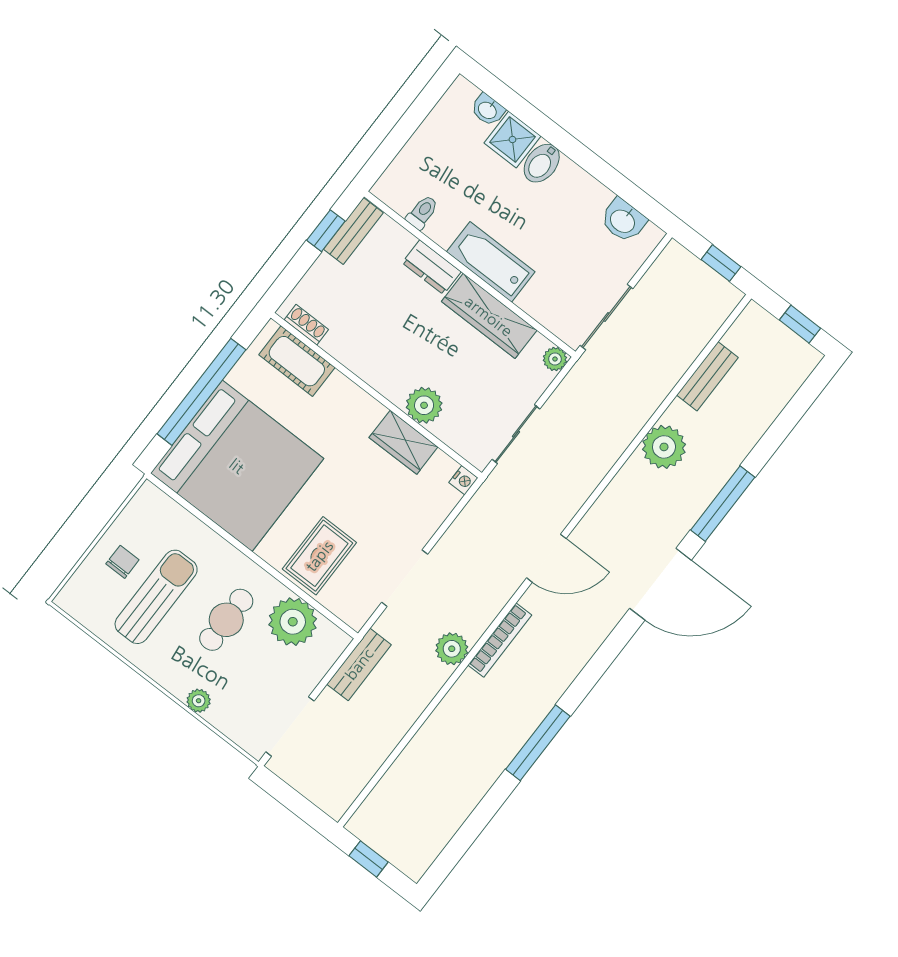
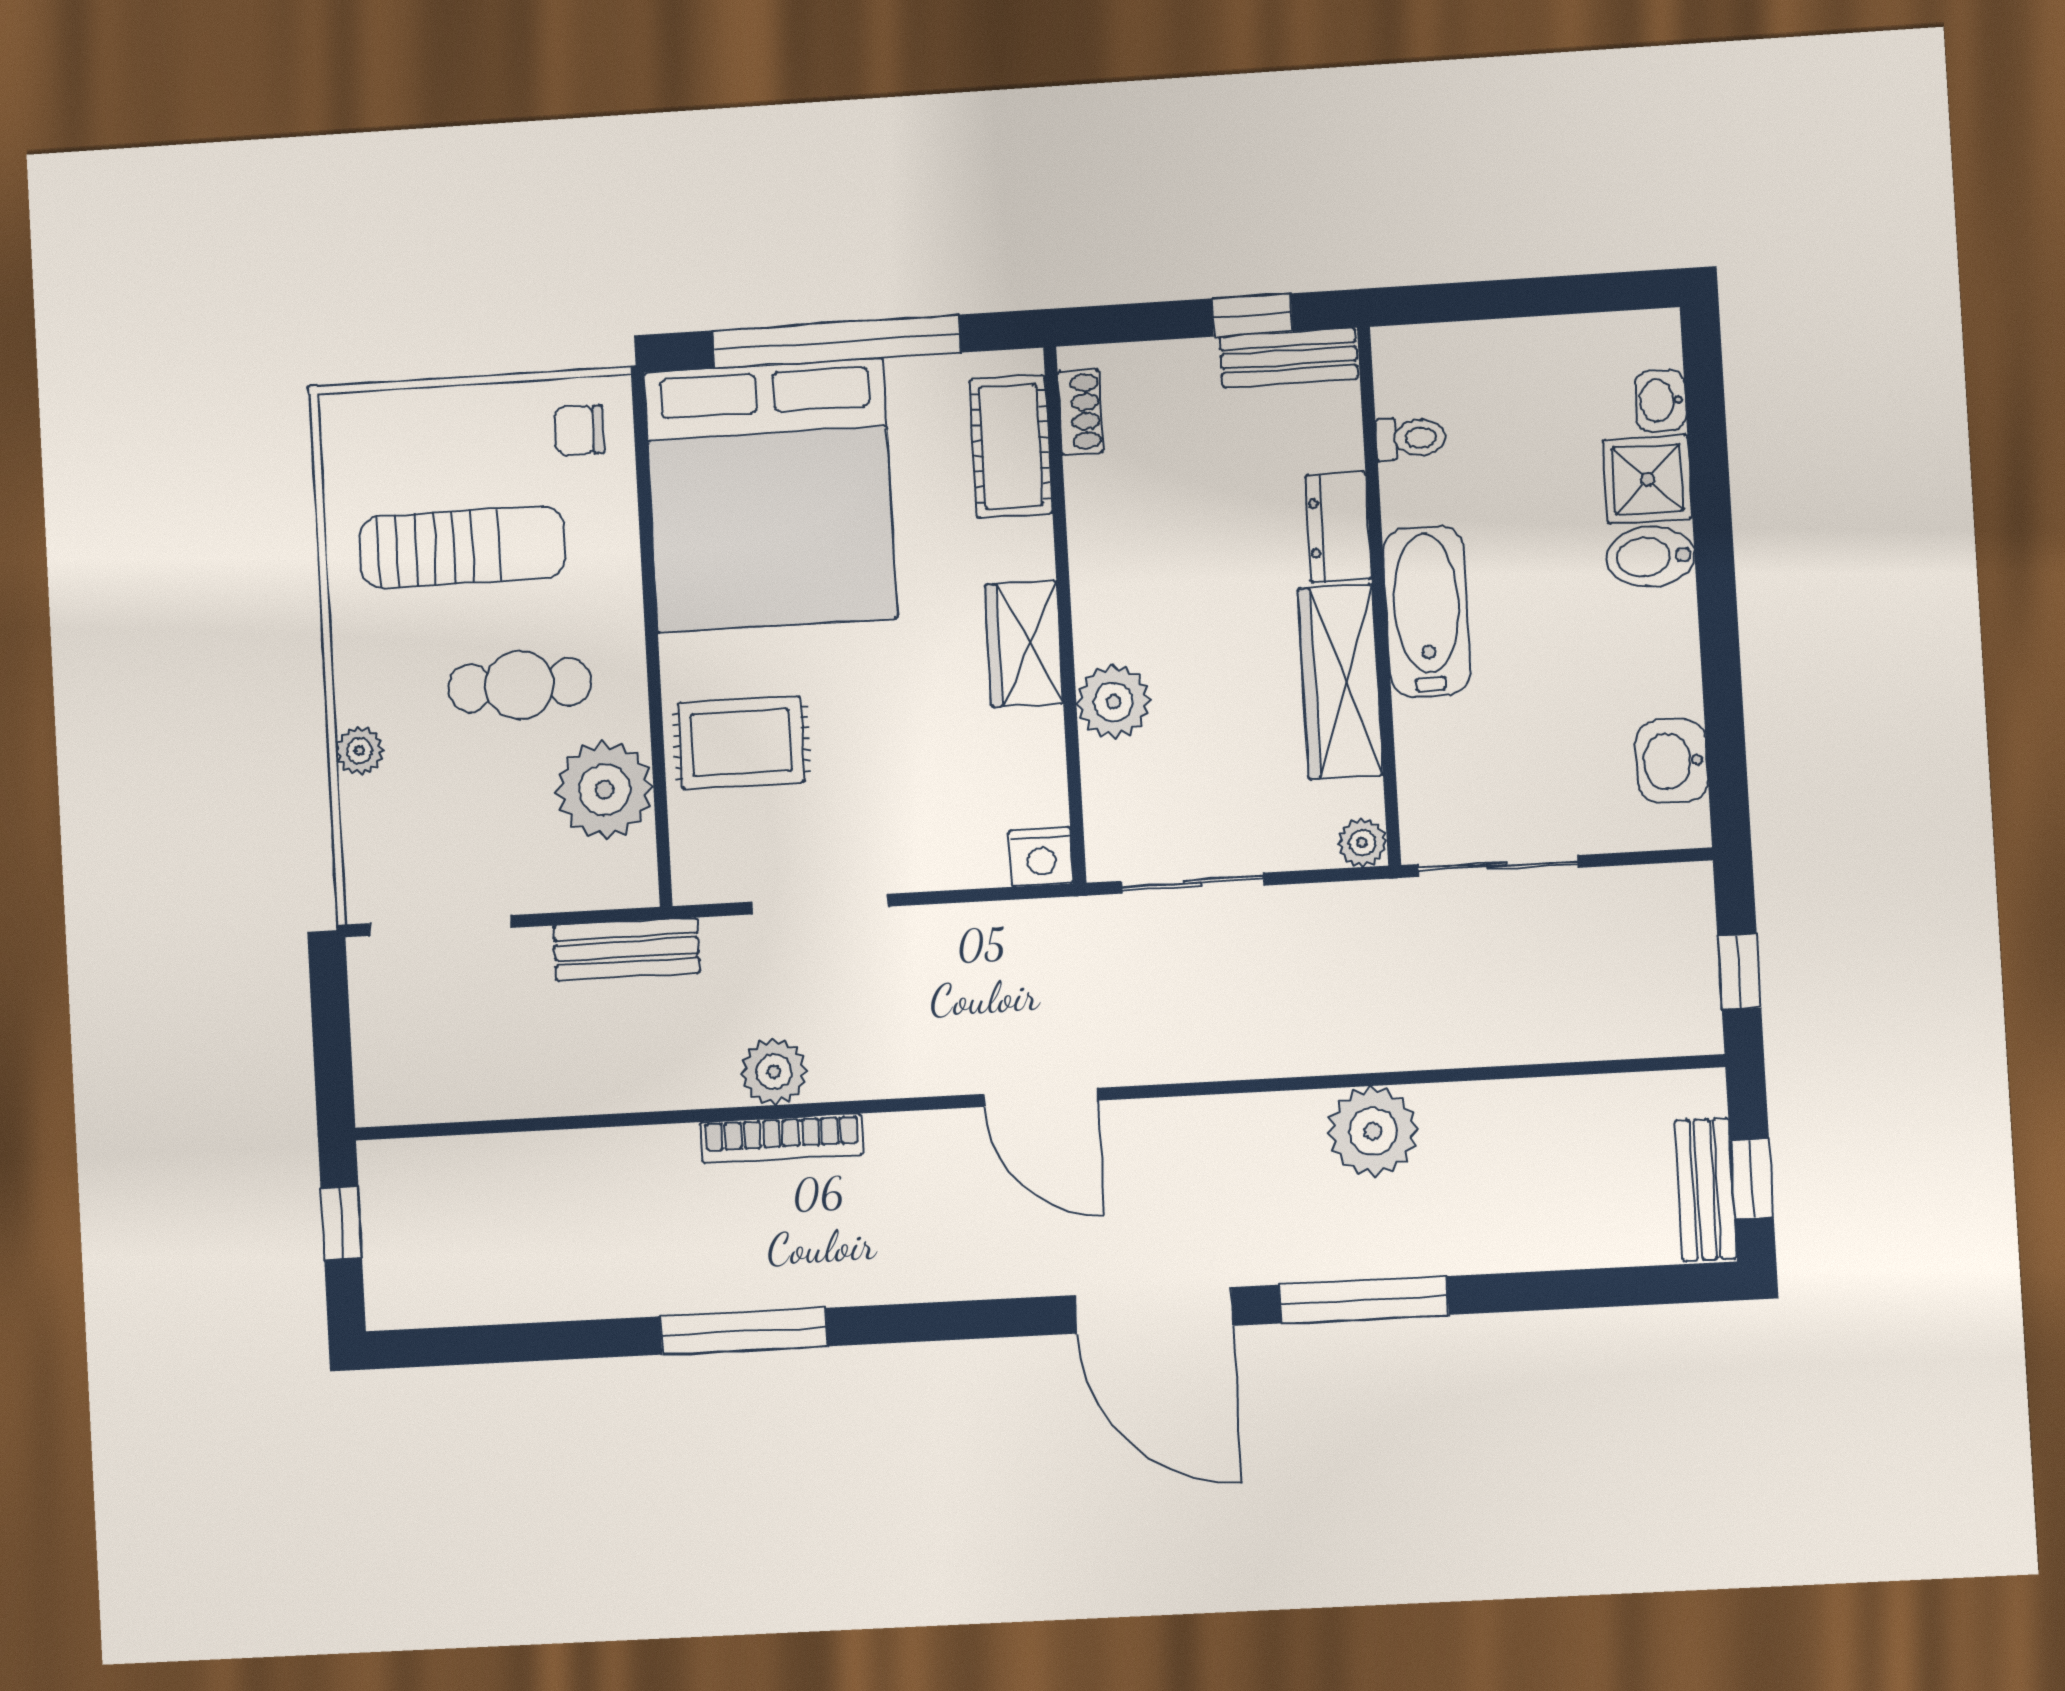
bench: (707, 376) -> (1706, 1189), moved, turned 90
wardrobe: (403, 442) -> (1024, 644), moved
nightstand: (463, 480) -> (1041, 857), width x1.39, depth x1.35
chair: (122, 562) -> (579, 430), moved, turned 180
bookcase: (500, 640) -> (782, 1138), moved

